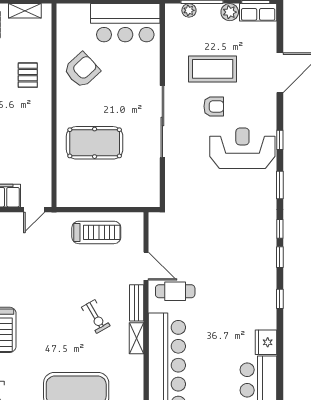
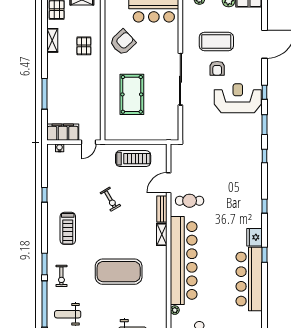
armchair: (214, 106) -> (217, 68), turned 90
pool table: (95, 143) -> (132, 94), turned 90
window: (280, 257) -> (265, 255), moved
door: (146, 266) -> (169, 183), swing flipped
exercise bike: (96, 316) -> (110, 199), moved

